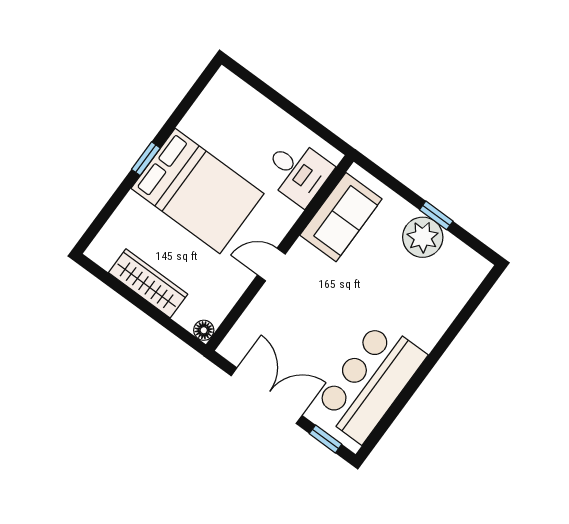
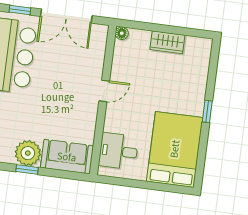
bed: (197, 191) -> (175, 149), moved, turned 90
sofa: (341, 217) -> (67, 157), moved, turned 90
wardrobe: (148, 283) -> (167, 42), width x0.67

